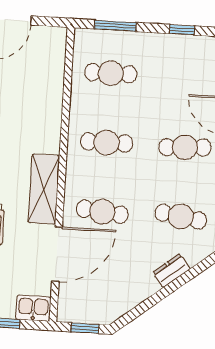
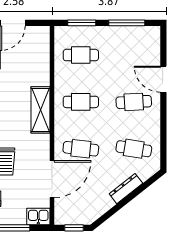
window: (182, 30) -> (127, 23), width x2.17
shelving: (44, 189) -> (40, 110), moved
dresser: (171, 271) -> (126, 189), width x1.44

